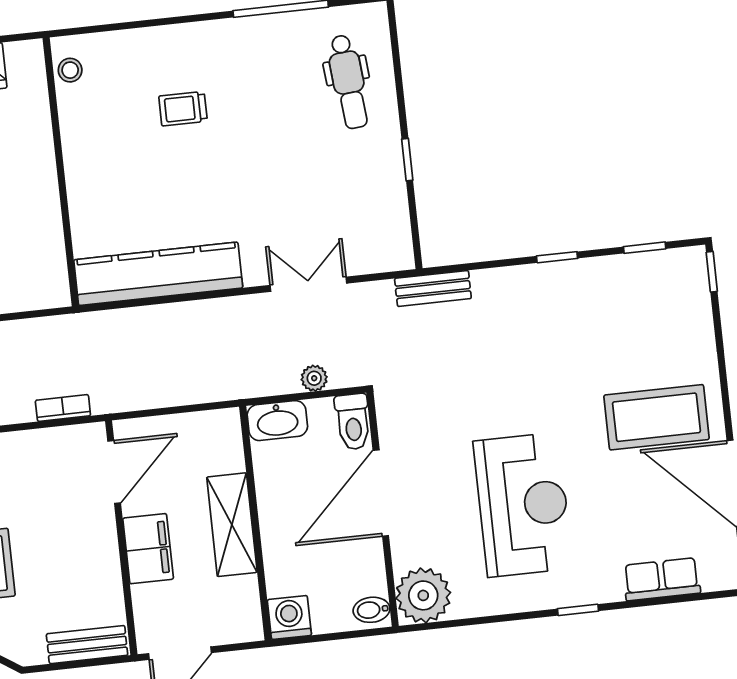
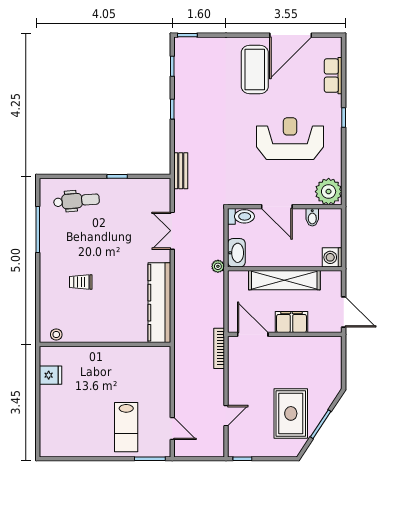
trolley: (183, 109) -> (81, 282), turned 90
plant: (314, 378) -> (218, 266), moved
bookcase: (63, 408) -> (219, 348), width x1.56
door: (381, 493) -> (277, 207), width x0.73
shelving: (232, 525) -> (284, 280), width x1.47
bidet: (372, 610) -> (312, 217), moved
bench: (87, 645) -> (335, 356), removed

